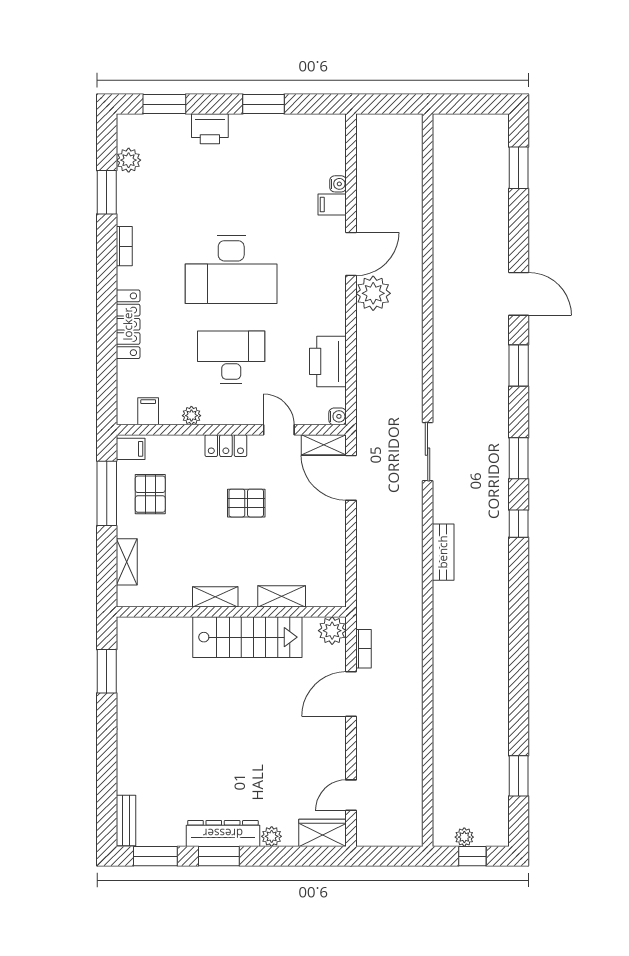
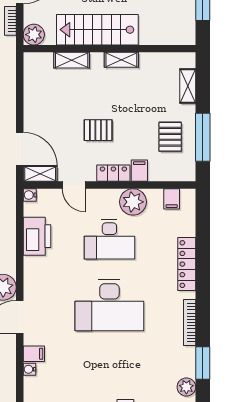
bookcase: (124, 246) -> (190, 323), width x1.56
desk: (231, 269) -> (109, 305), turned 180
plant: (191, 416) -> (133, 202), width x1.88, depth x1.88
filing cabinet: (131, 449) -> (139, 171), moved, turned 90

